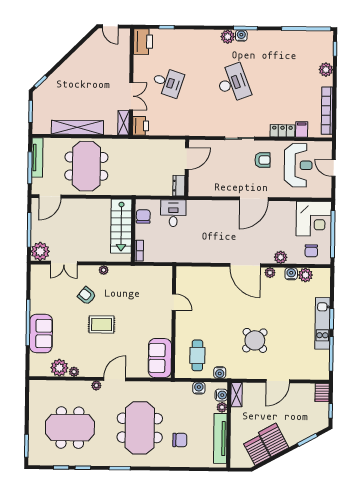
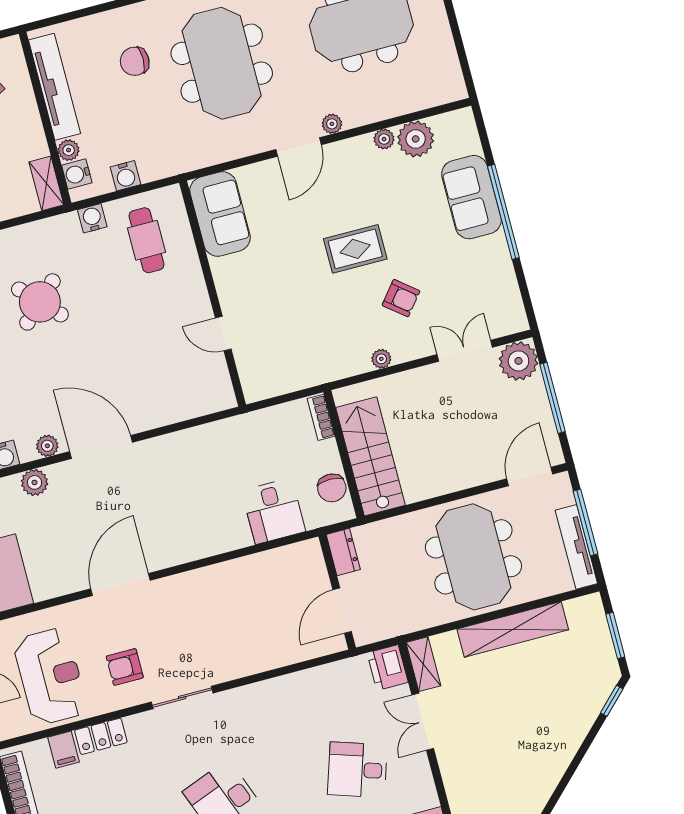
door: (187, 159) -> (342, 611), moved
reception desk: (298, 165) -> (50, 676), turned 180
wall: (187, 168) -> (337, 592), moved
dresser: (179, 186) -> (343, 552), moved

